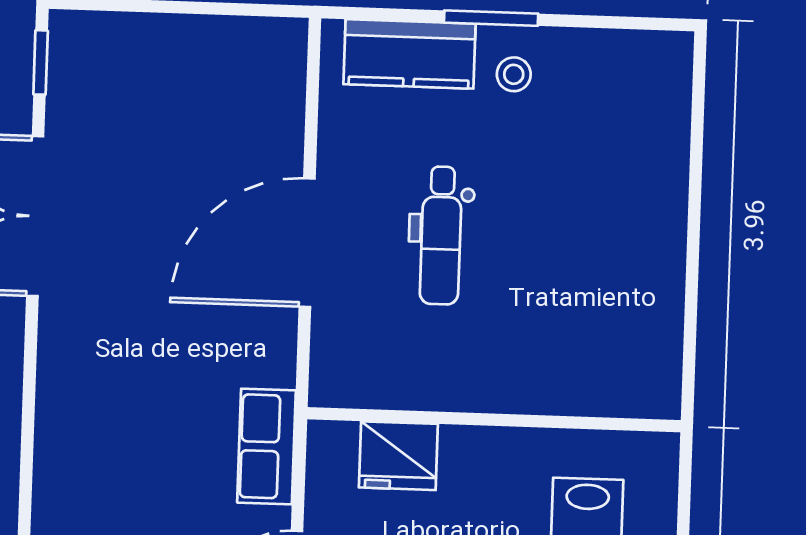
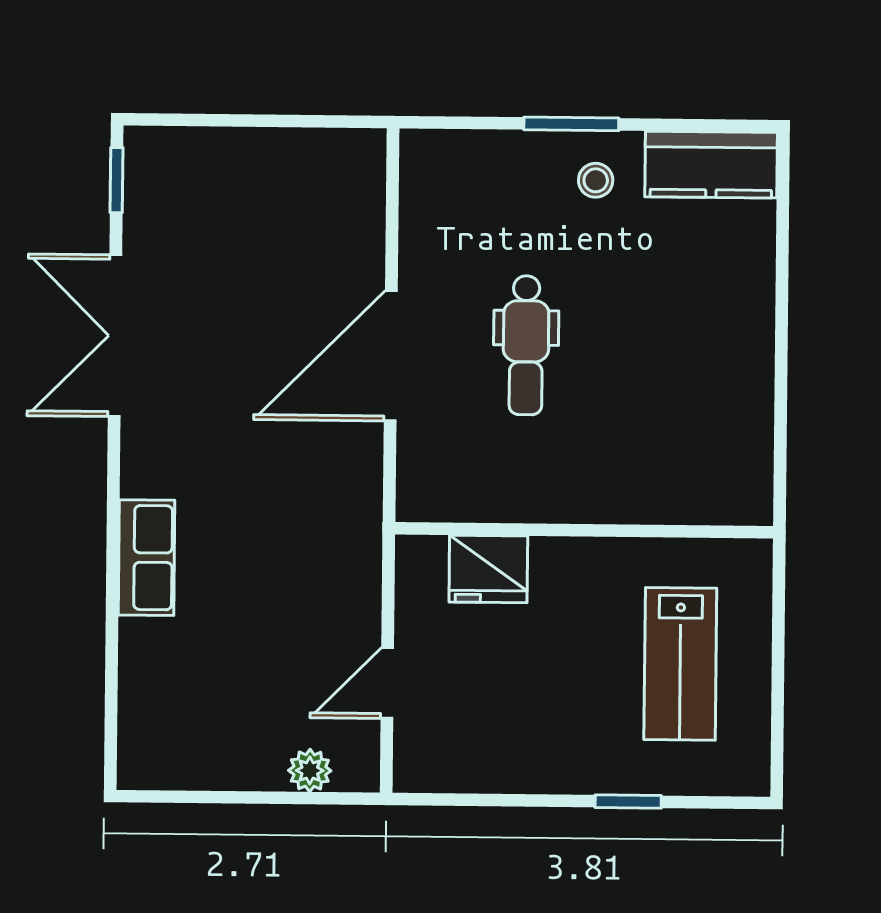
kitchen counter: (409, 54) -> (711, 165), moved
row of seats: (266, 446) -> (147, 558), moved, turned 180

